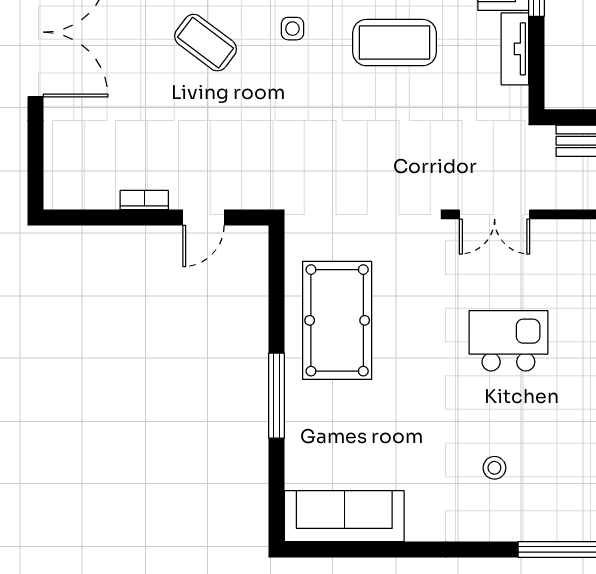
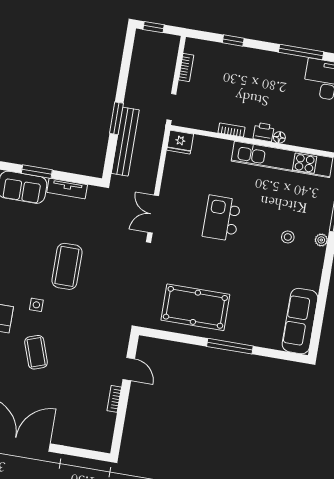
coffee table: (206, 43) -> (36, 352), turned -56
coffee table: (395, 43) -> (67, 266), moved
double door: (495, 214) -> (153, 214), swing flipped
plant: (499, 530) -> (321, 240), added

